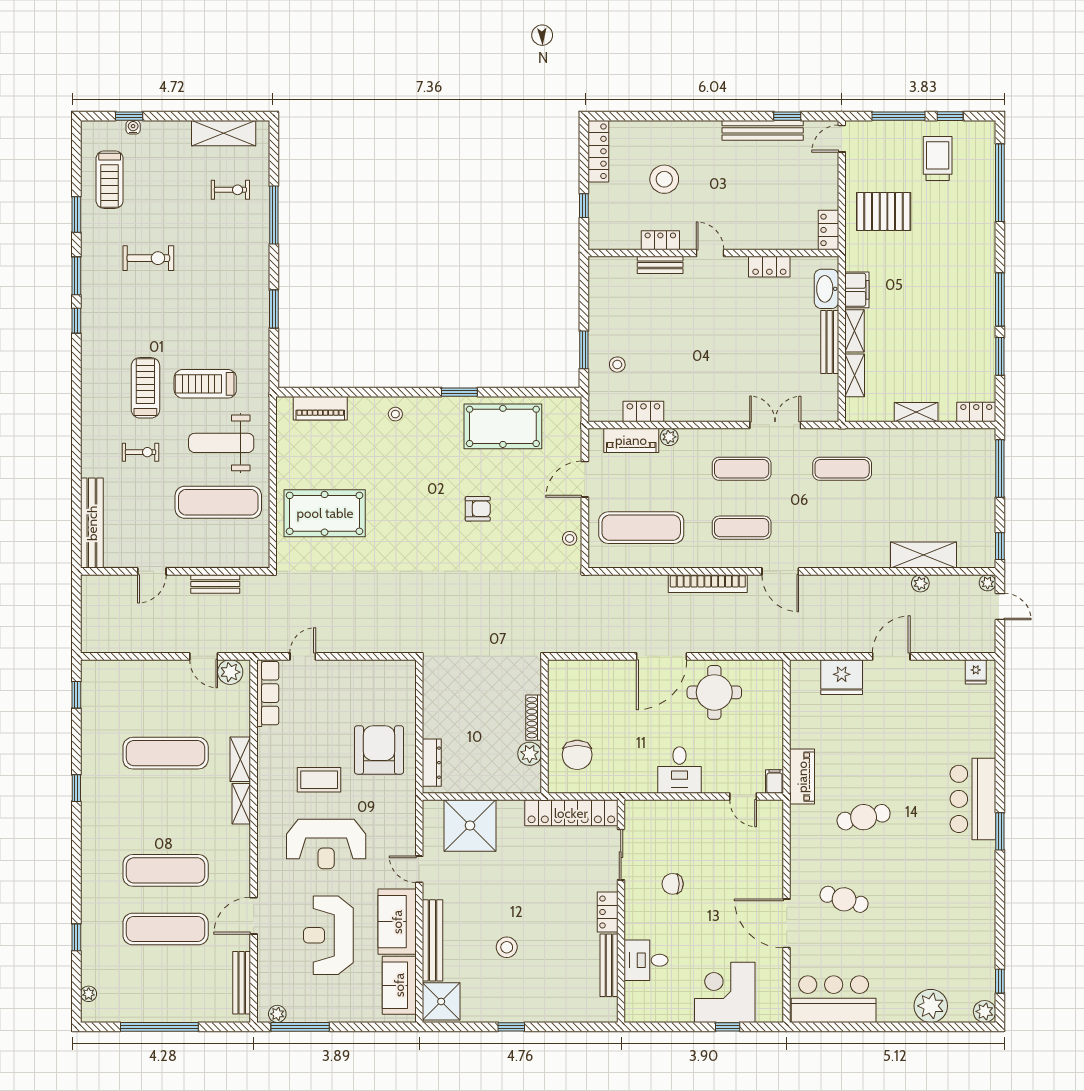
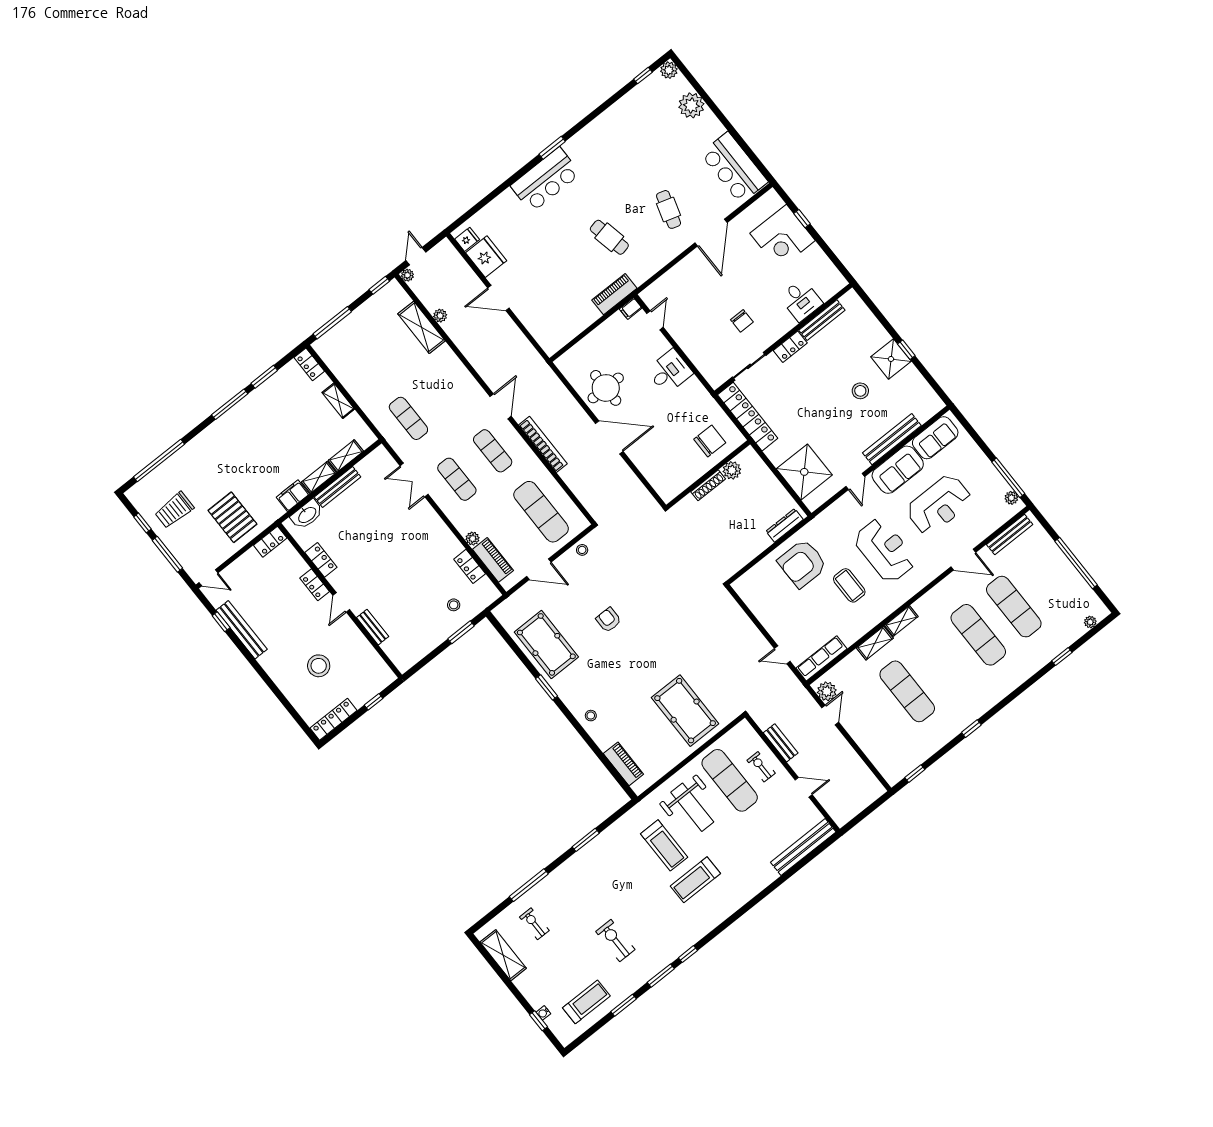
locker: (660, 240) -> (315, 585), moved
exercise bike: (141, 452) -> (761, 767), moved
fridge: (842, 677) -> (486, 257), moved
shower: (441, 1001) -> (891, 359), moved

